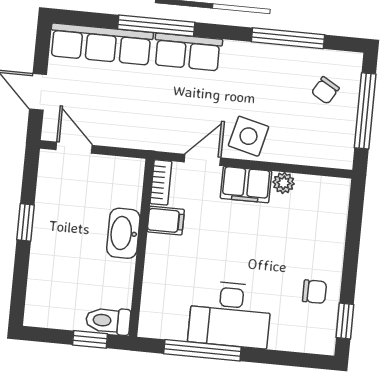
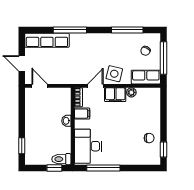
row of seats: (188, 52) -> (146, 77), moved, turned 180
window: (26, 222) -> (22, 146), moved
washbasin: (123, 233) -> (66, 121), width x0.52, depth x0.69
desk: (230, 314) -> (88, 146), moved, turned 90

